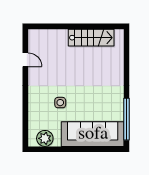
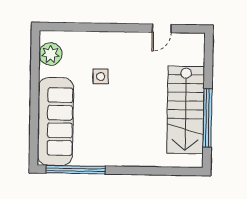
window: (88, 26) -> (208, 118), added
stairs: (91, 38) -> (186, 110), width x1.36, depth x1.51

